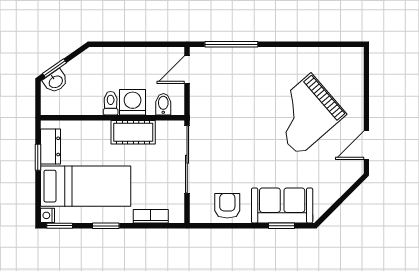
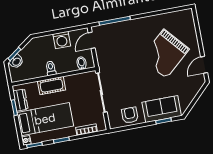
washing machine: (133, 102) -> (62, 40), moved, turned 180
cot: (133, 132) -> (52, 86), moved

